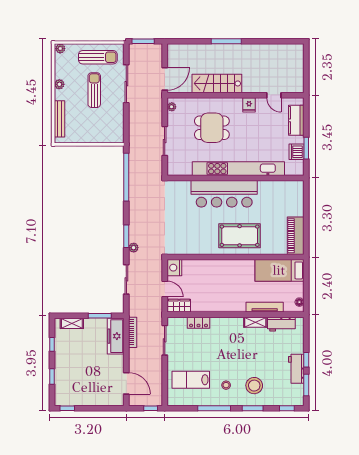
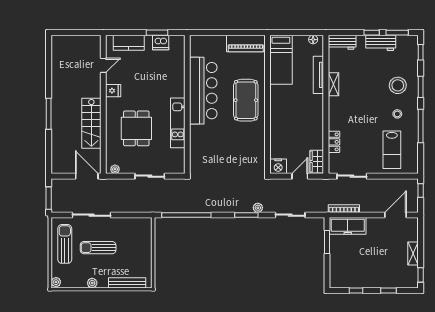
kitchen unit: (238, 169) -> (178, 123), width x0.54
bar counter: (224, 194) -> (203, 91), moved
shelving: (72, 323) -> (413, 254), moved
workbench: (281, 324) -> (342, 42), moved, turned 90

